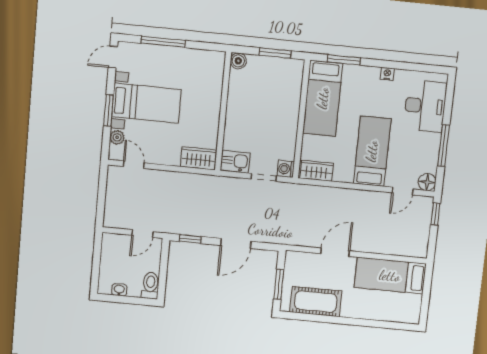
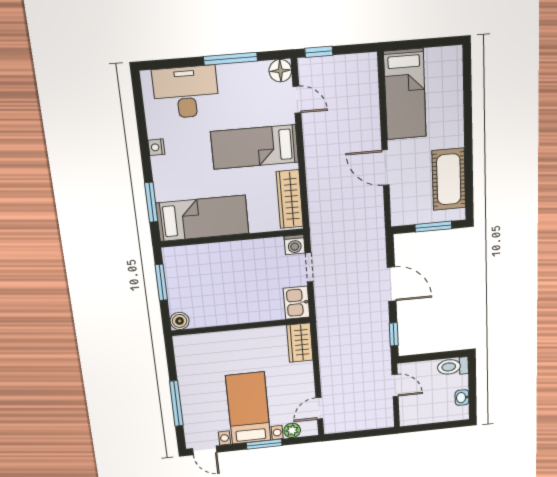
wardrobe: (317, 171) -> (290, 199), width x1.50

